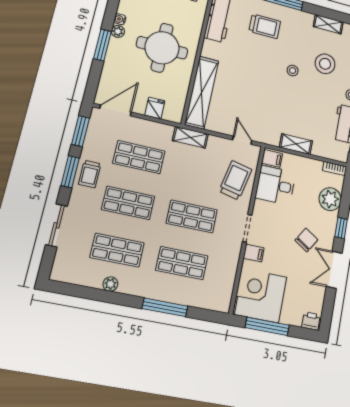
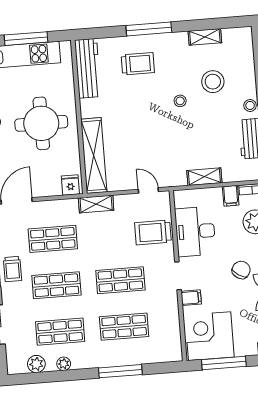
fridge: (155, 108) -> (70, 185), moved
filing cabinet: (272, 158) -> (231, 196), moved, turned 90
trolley: (235, 180) -> (153, 232), turned -102
desk: (276, 185) -> (195, 231), width x1.37
plant: (82, 277) -> (36, 364), added

